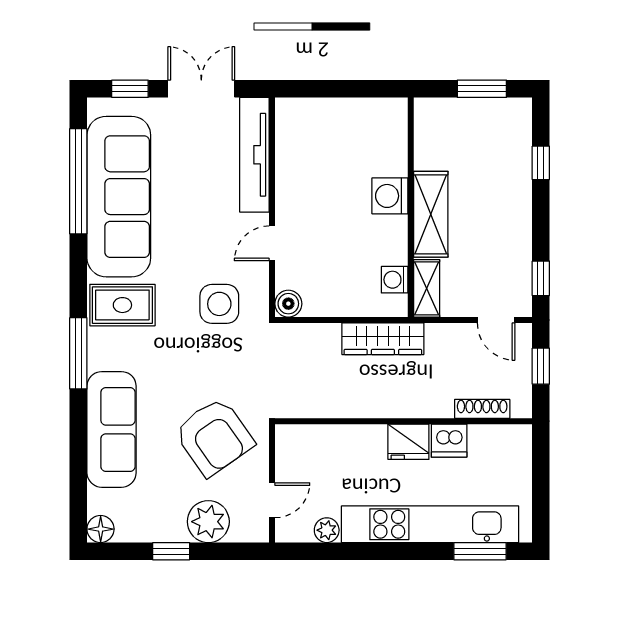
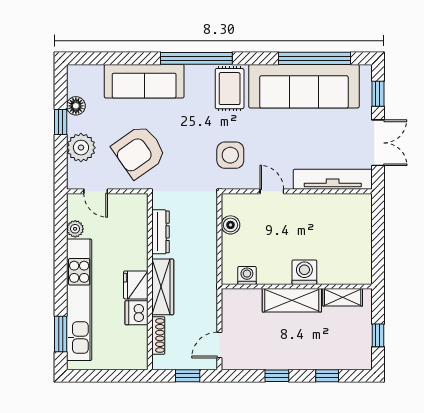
window: (482, 89) -> (378, 335), width x0.67
window: (541, 278) -> (277, 376), moved
shelving: (427, 288) -> (343, 297), moved
boiler: (288, 304) -> (230, 225), moved
wardrobe: (383, 339) -> (163, 287), moved, turned 180
window: (78, 353) -> (196, 58), width x1.46
dresser: (331, 406) -> (160, 232), added
floor lamp: (101, 529) -> (76, 106), moved

